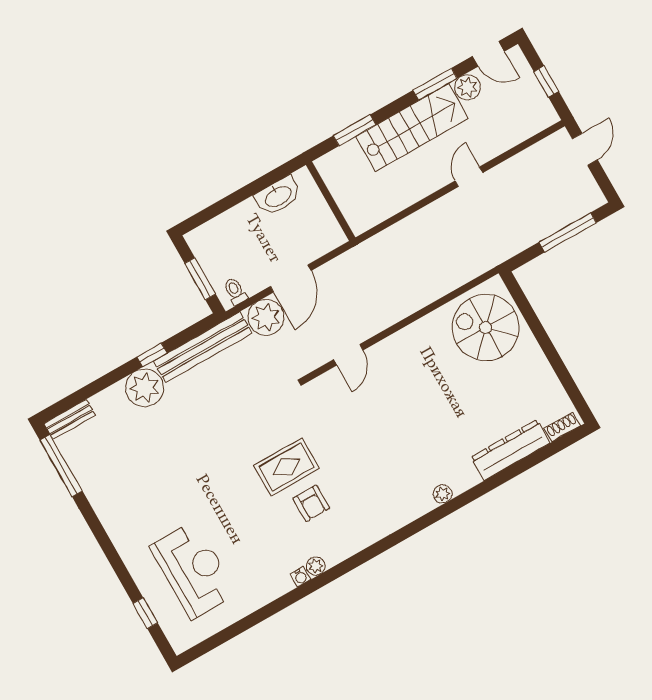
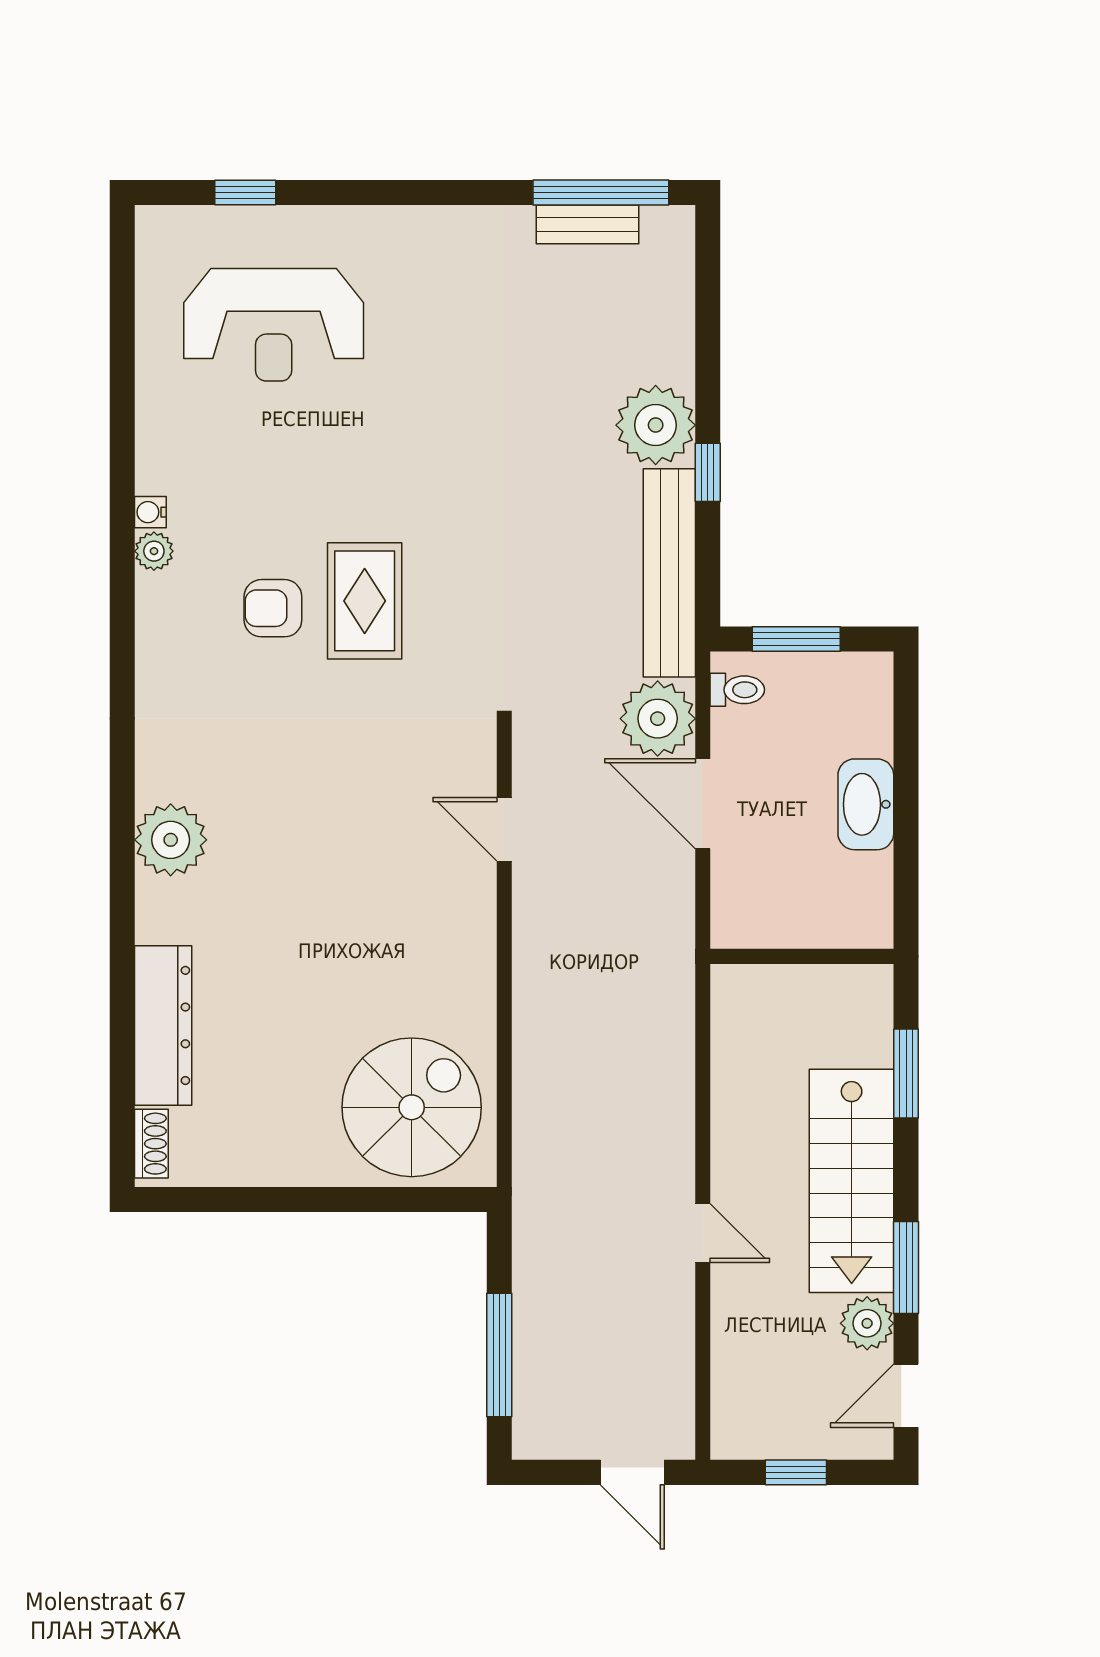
washbasin: (278, 196) -> (866, 804), moved
bench: (70, 419) -> (588, 224), moved, turned 90
plant: (443, 494) -> (171, 840), width x1.87, depth x1.87

